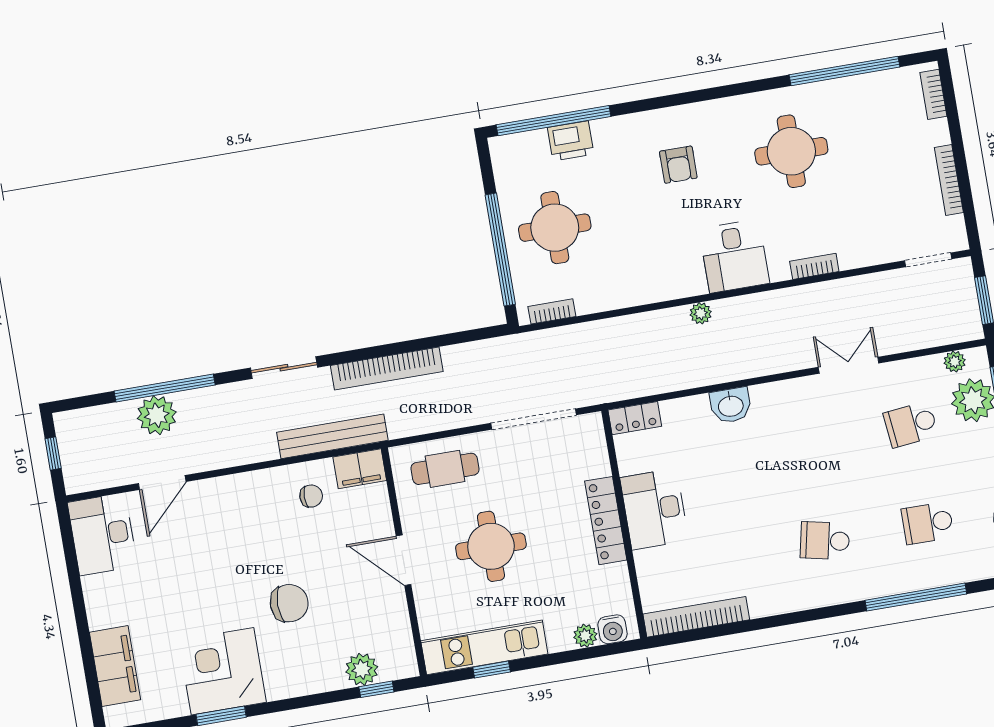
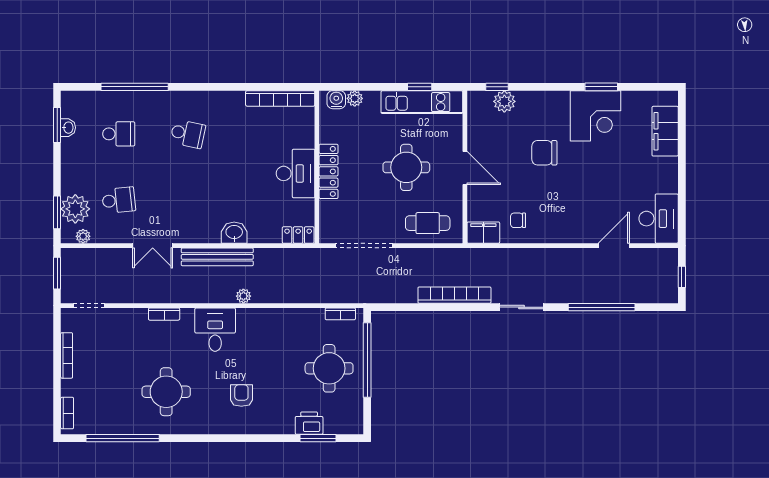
window: (554, 121) -> (318, 438), width x0.47
plant: (157, 415) -> (610, 290), removed
bench: (332, 436) -> (217, 257), moved

